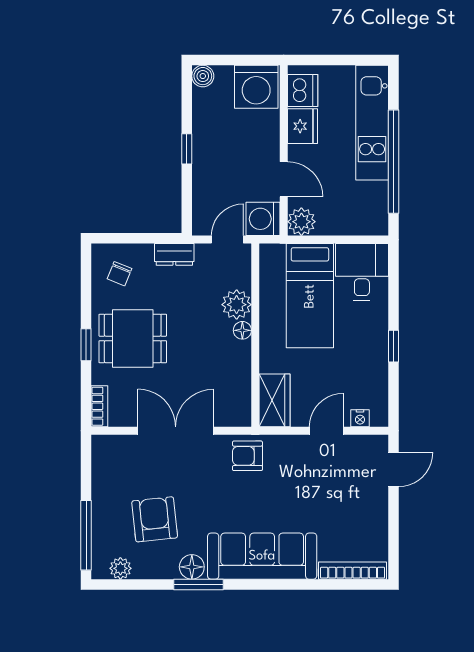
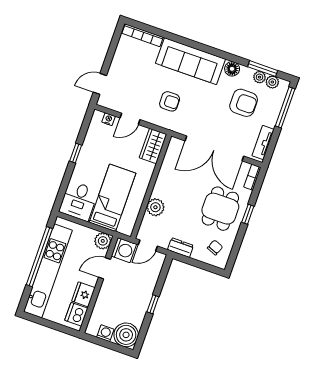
boiler: (203, 76) -> (126, 335), width x1.86, depth x1.86
washing machine: (256, 87) -> (105, 333), width x0.53, depth x0.53
kitchen unit: (372, 123) -> (48, 271), width x1.36
door: (284, 179) -> (104, 268), hinge flipped
floor lamp: (242, 330) -> (157, 192), removed
dining table: (133, 338) -> (220, 209), turned 90
double door: (176, 431) -> (214, 148), width x1.36
armchair: (247, 456) -> (170, 101), moved
tv unit: (102, 467) -> (263, 143), added
armchair: (155, 519) -> (244, 103), turned -84
plant: (144, 569) -> (260, 77), added
window: (198, 584) -> (263, 69), moved

